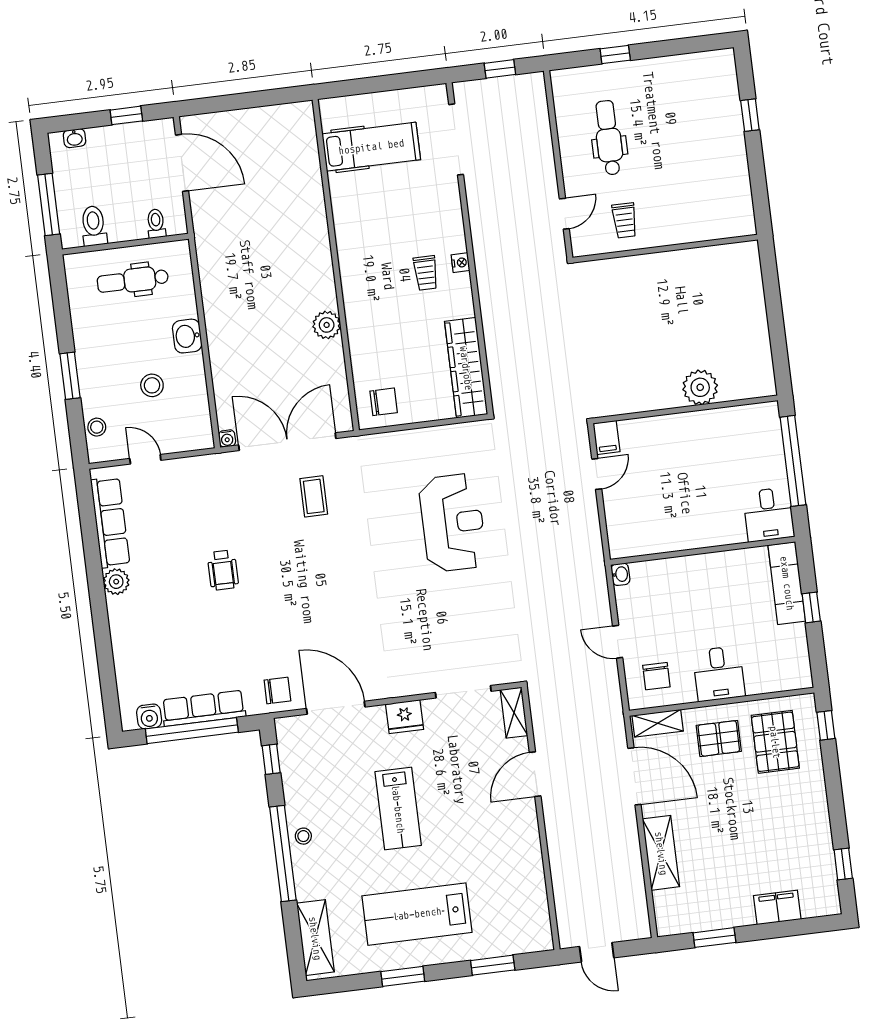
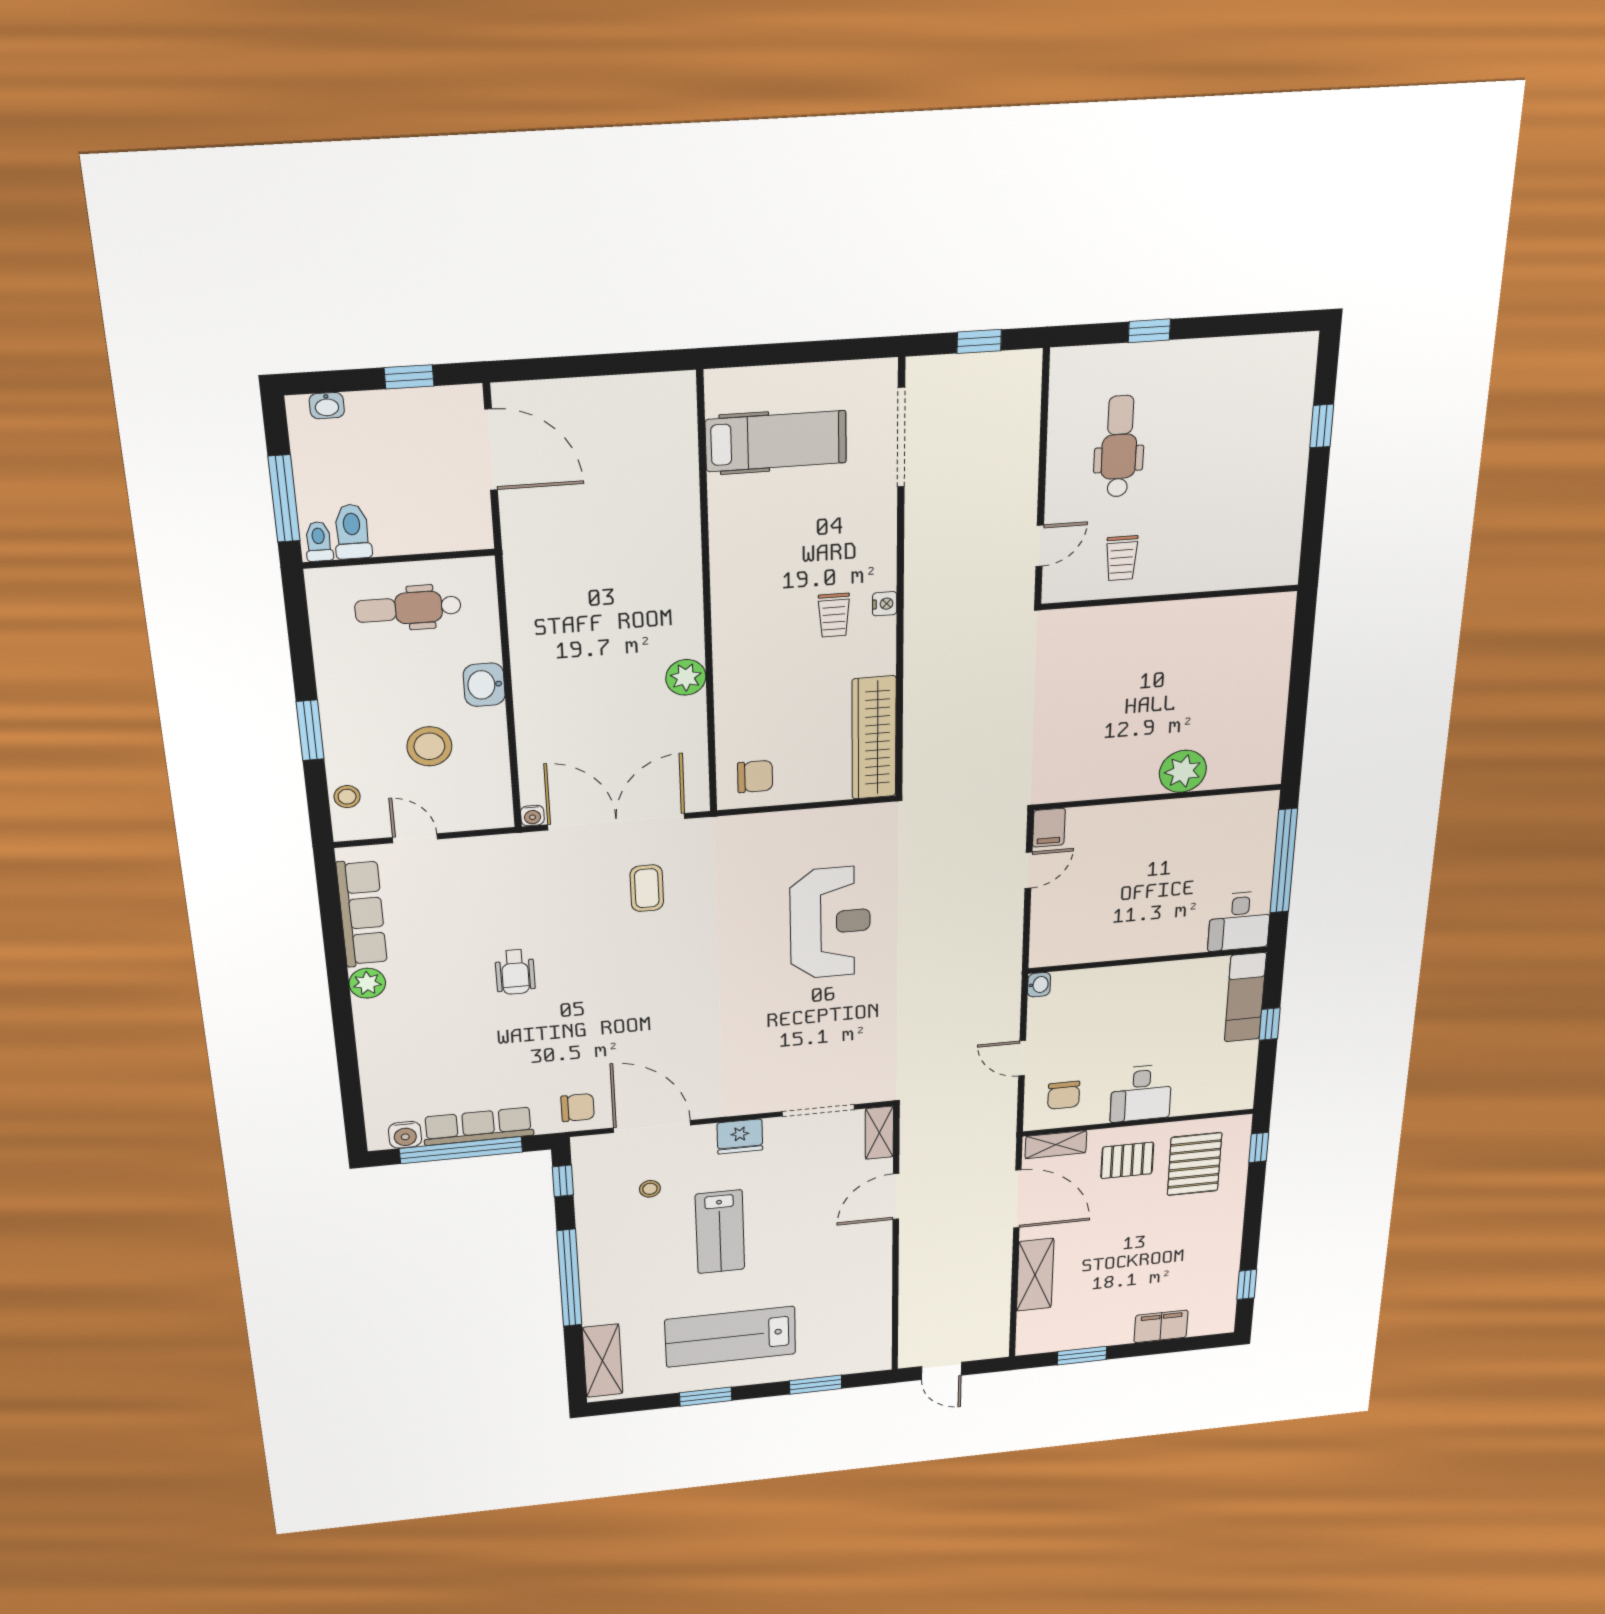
toilet: (156, 224) -> (319, 541), moved
stool: (152, 385) -> (429, 746), width x1.38, depth x1.38
stool: (303, 836) -> (650, 1189), moved

